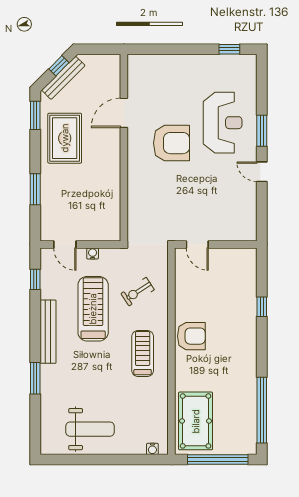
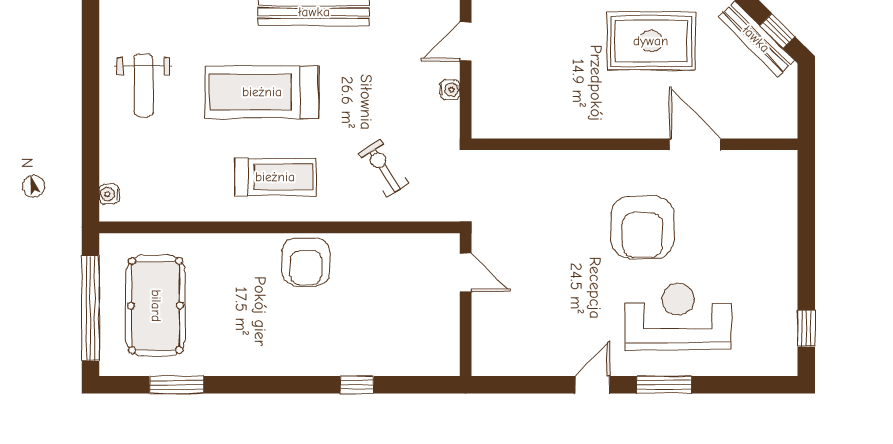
reception desk: (223, 123) -> (678, 317), turned 180
door: (197, 245) -> (466, 272), swing flipped
treadmill: (93, 309) -> (262, 92), moved, turned 180
window: (262, 410) -> (177, 385), width x0.47
pool table: (196, 421) -> (156, 306), moved, turned 90
weight bench: (90, 429) -> (144, 85), width x0.73, depth x0.75

